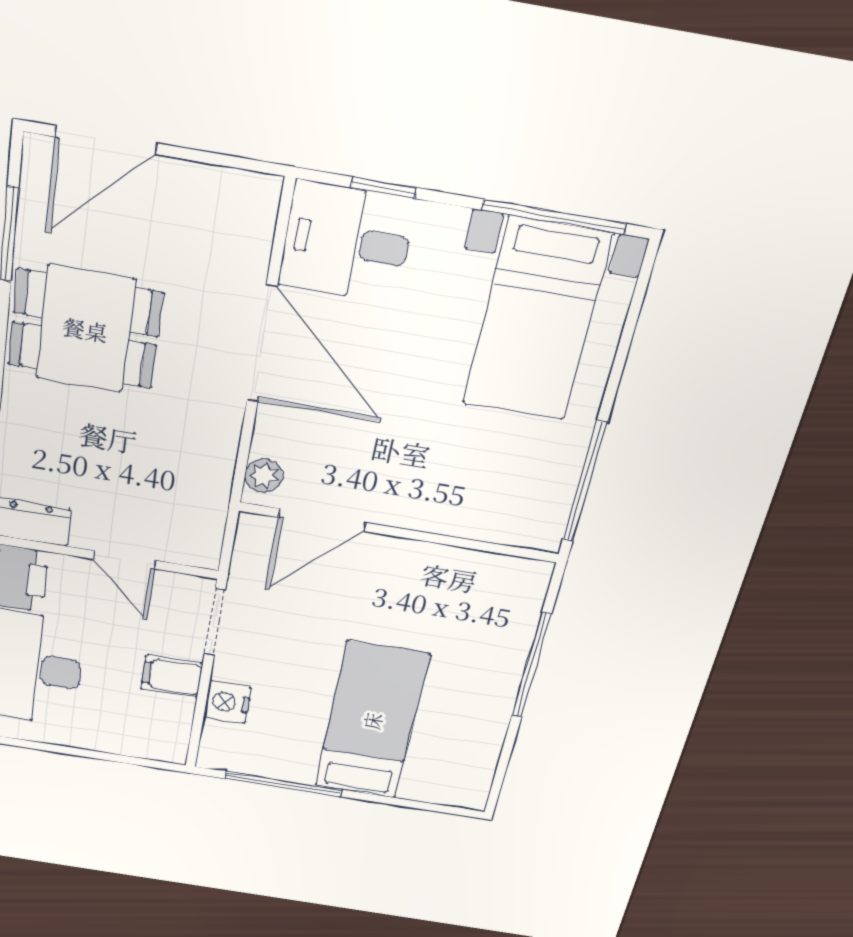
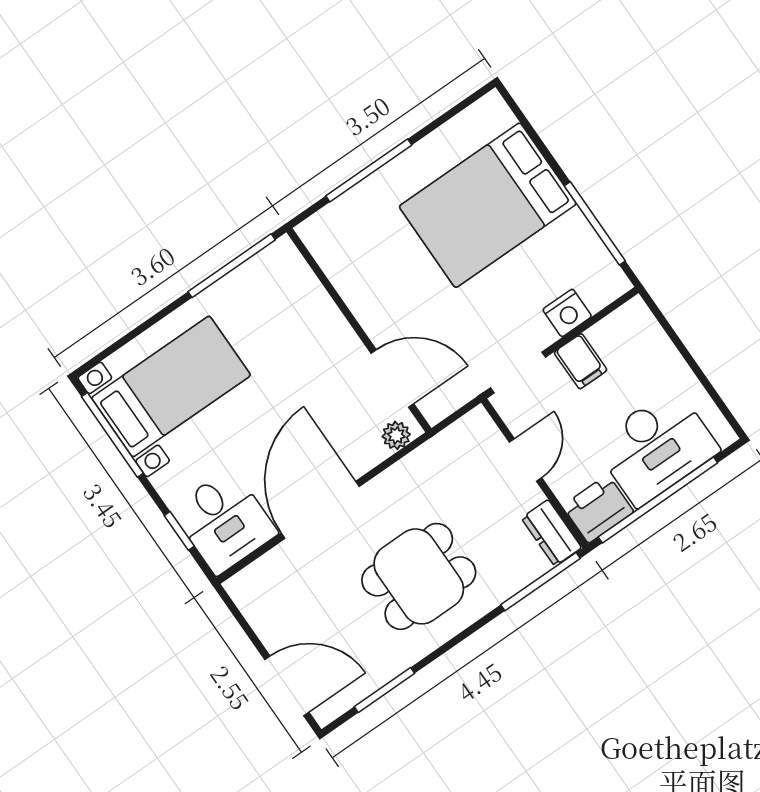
dining table: (85, 329) -> (419, 576), moved, turned 90
bed: (372, 721) -> (488, 205), width x1.50

